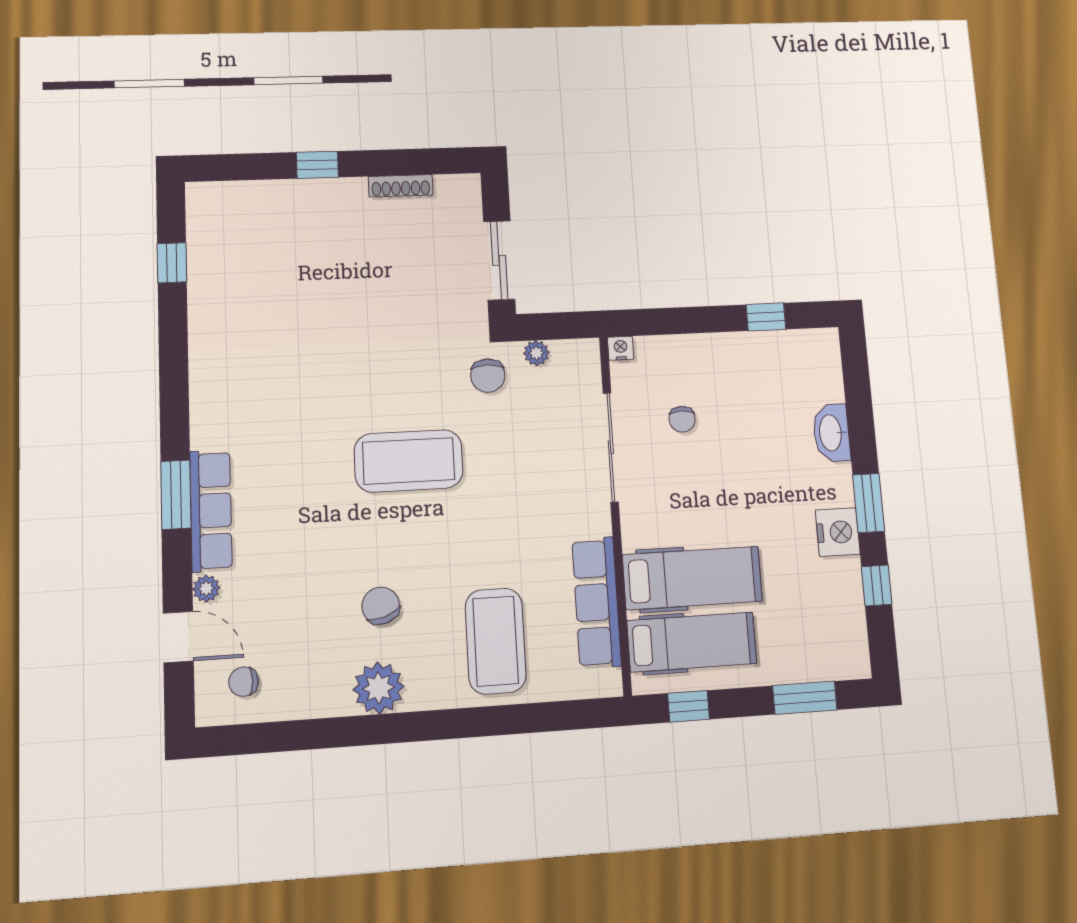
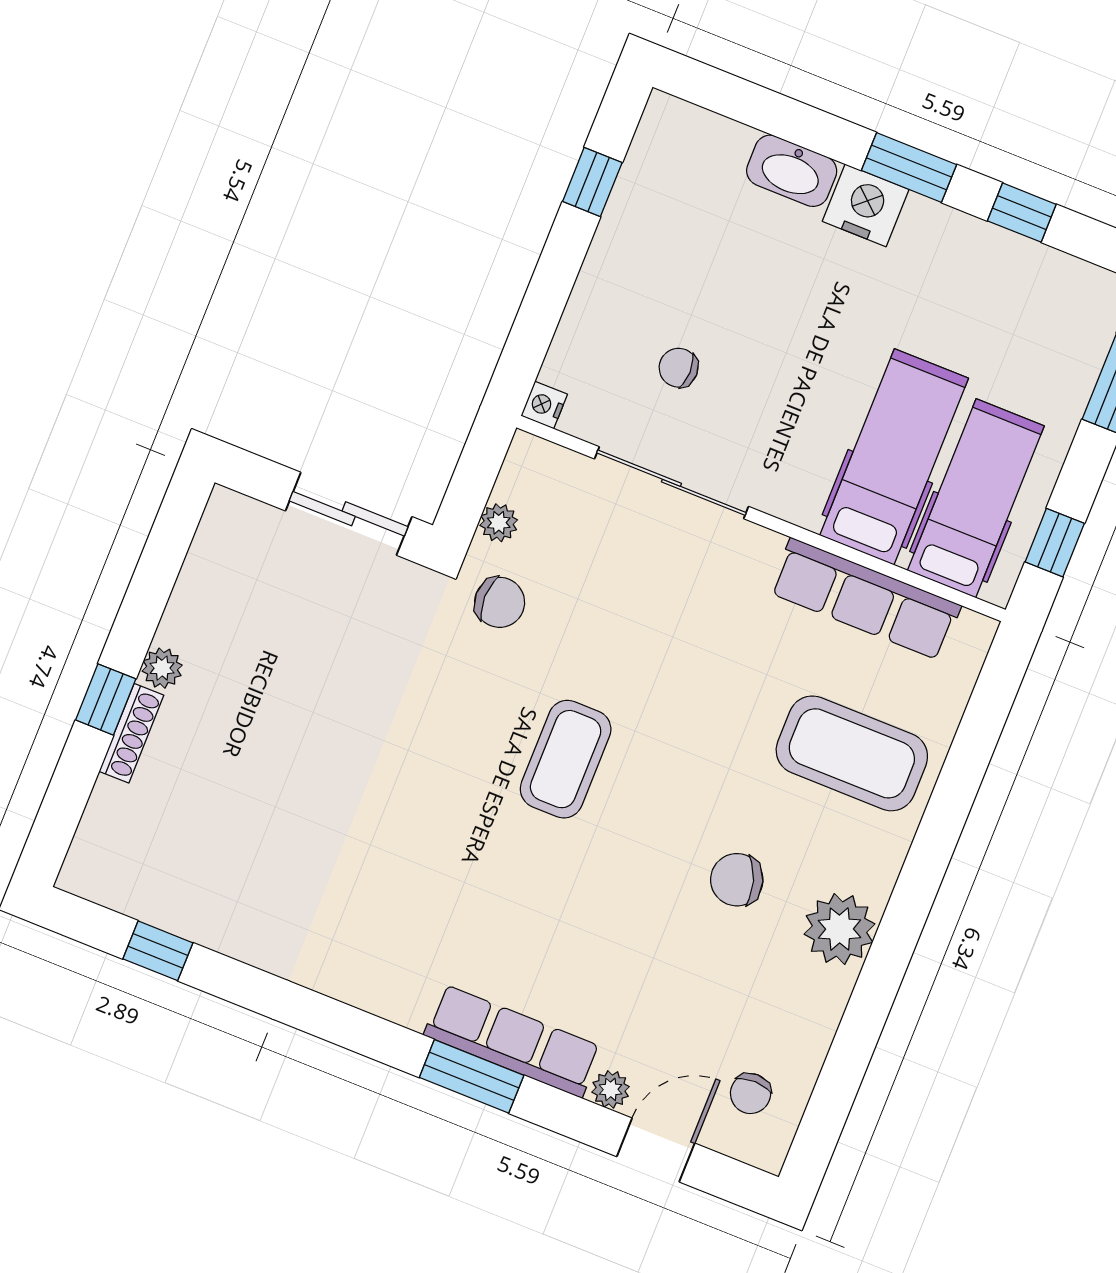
shoe rack: (401, 186) -> (131, 733), moved
plant: (352, 190) -> (162, 668), added
chair: (682, 419) -> (679, 368), turned 180
coffee table: (409, 461) -> (566, 759), width x0.73, depth x0.76
nightstand: (838, 532) -> (866, 205), moved

